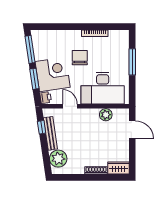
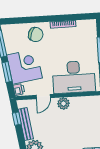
chair: (80, 58) -> (36, 35), moved, turned 112
door: (70, 106) -> (43, 97), swing flipped
plant: (106, 115) -> (63, 104), moved

